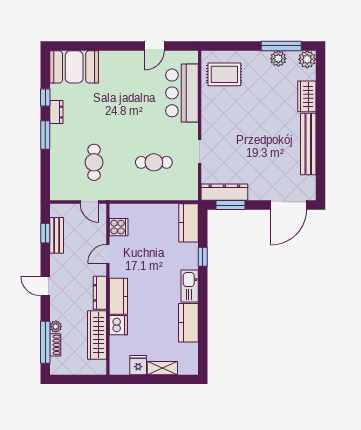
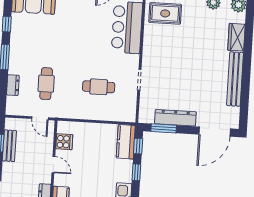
dresser: (56, 112) -> (13, 85), moved
dresser: (224, 192) -> (175, 118), moved
window: (203, 227) -> (138, 146), added
door: (108, 254) -> (53, 165), swing flipped

